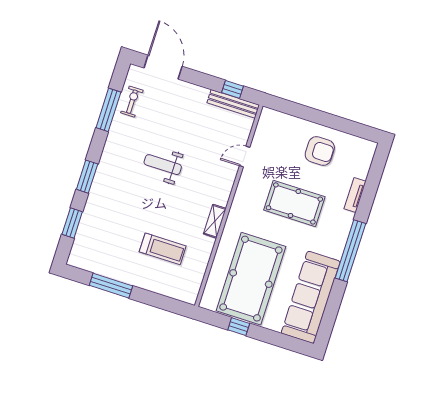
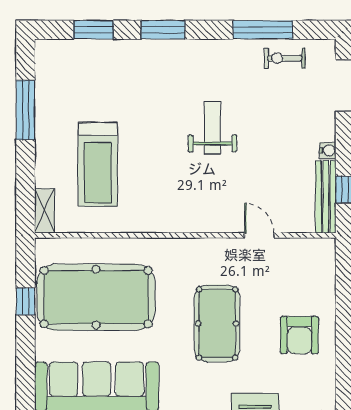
water cooler: (203, 93) -> (328, 150), added
exercise bike: (132, 102) -> (285, 58), turned 180
shelving: (215, 221) -> (45, 211), moved, turned 90
treadmill: (163, 249) -> (98, 164), width x1.37, depth x1.38

